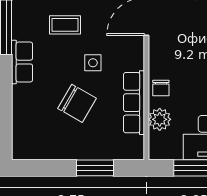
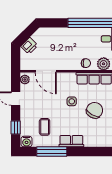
coffee table: (65, 25) -> (45, 127), moved

